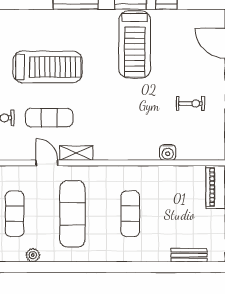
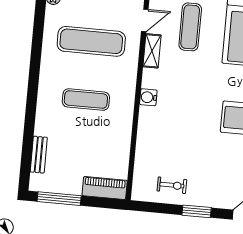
exercise bike: (190, 104) -> (172, 185), moved, turned -90
water cooler: (168, 152) -> (148, 97), moved

